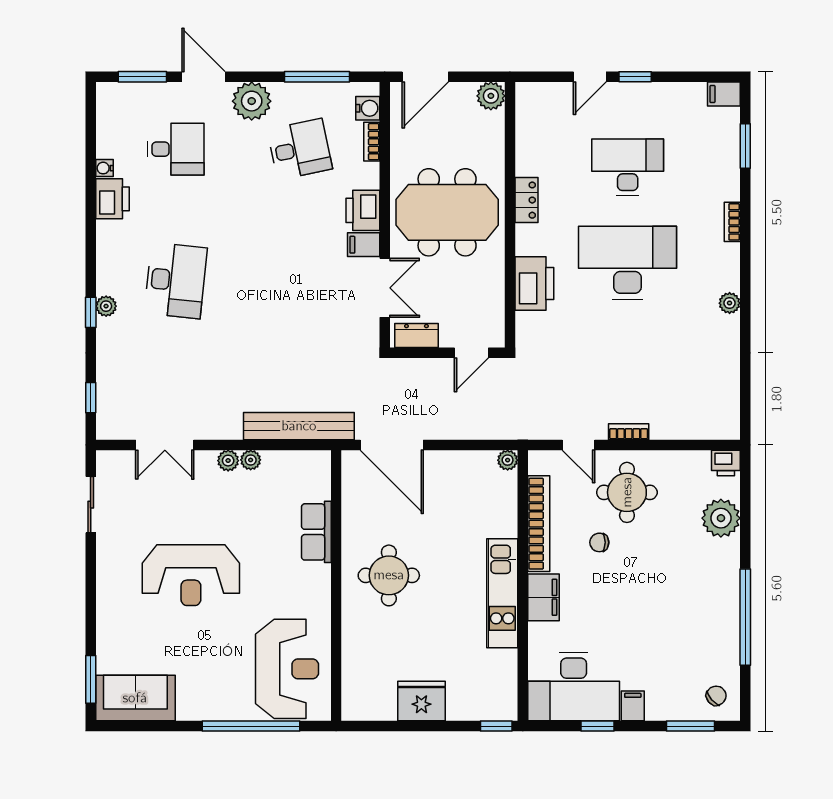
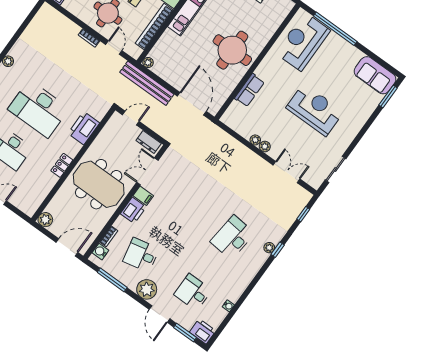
printer: (112, 199) -> (203, 331), moved, turned 90
bench: (299, 426) -> (147, 83), moved
round table: (389, 575) -> (232, 50), width x1.36, depth x1.36

